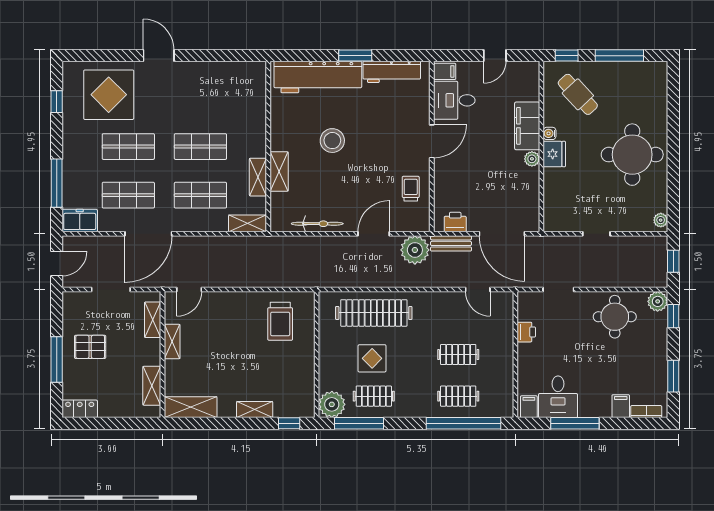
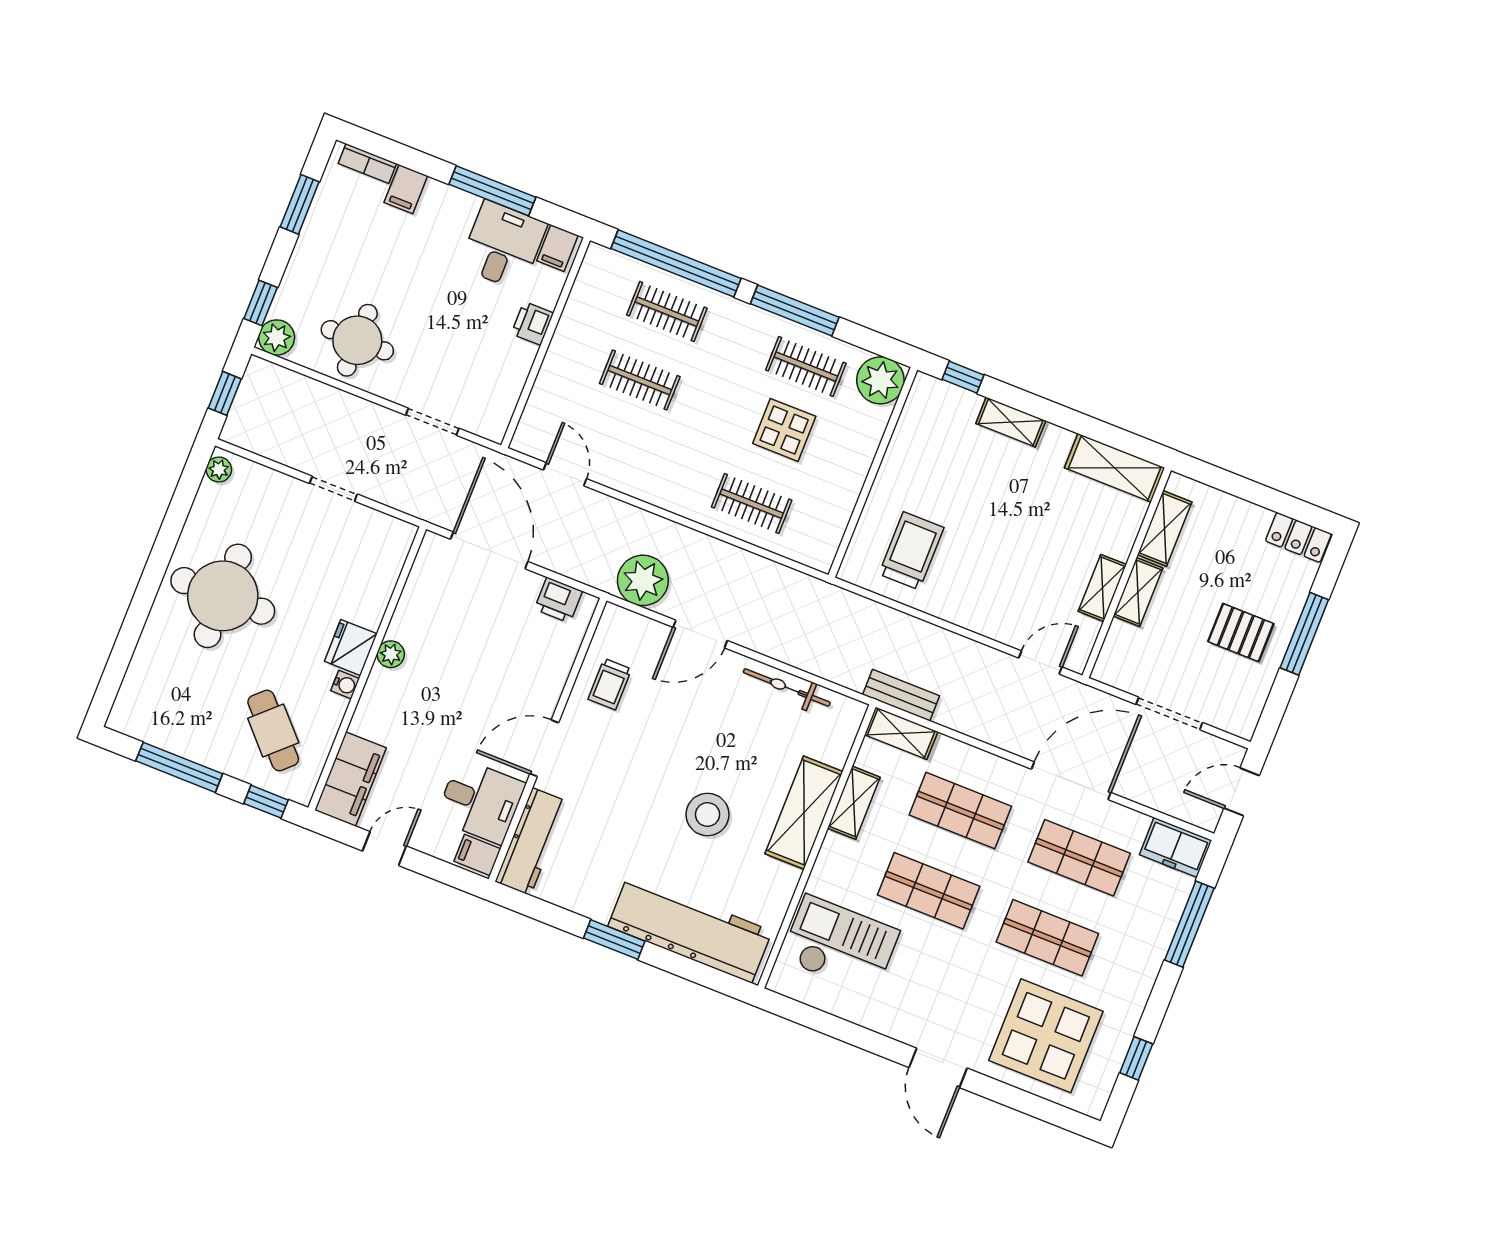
workbench: (392, 72) -> (531, 842), moved, turned 90
checkout: (236, 100) -> (840, 945), added
filing cabinet: (527, 126) -> (350, 779), moved
shelving: (279, 172) -> (804, 813), width x1.50, depth x1.33
bench: (451, 243) -> (901, 695), moved
clothes rail: (374, 313) -> (752, 504), width x0.54, depth x0.76
shelving: (153, 320) -> (1138, 592), moved
printer: (526, 332) -> (532, 323), moved
window: (359, 423) -> (795, 310), moved

